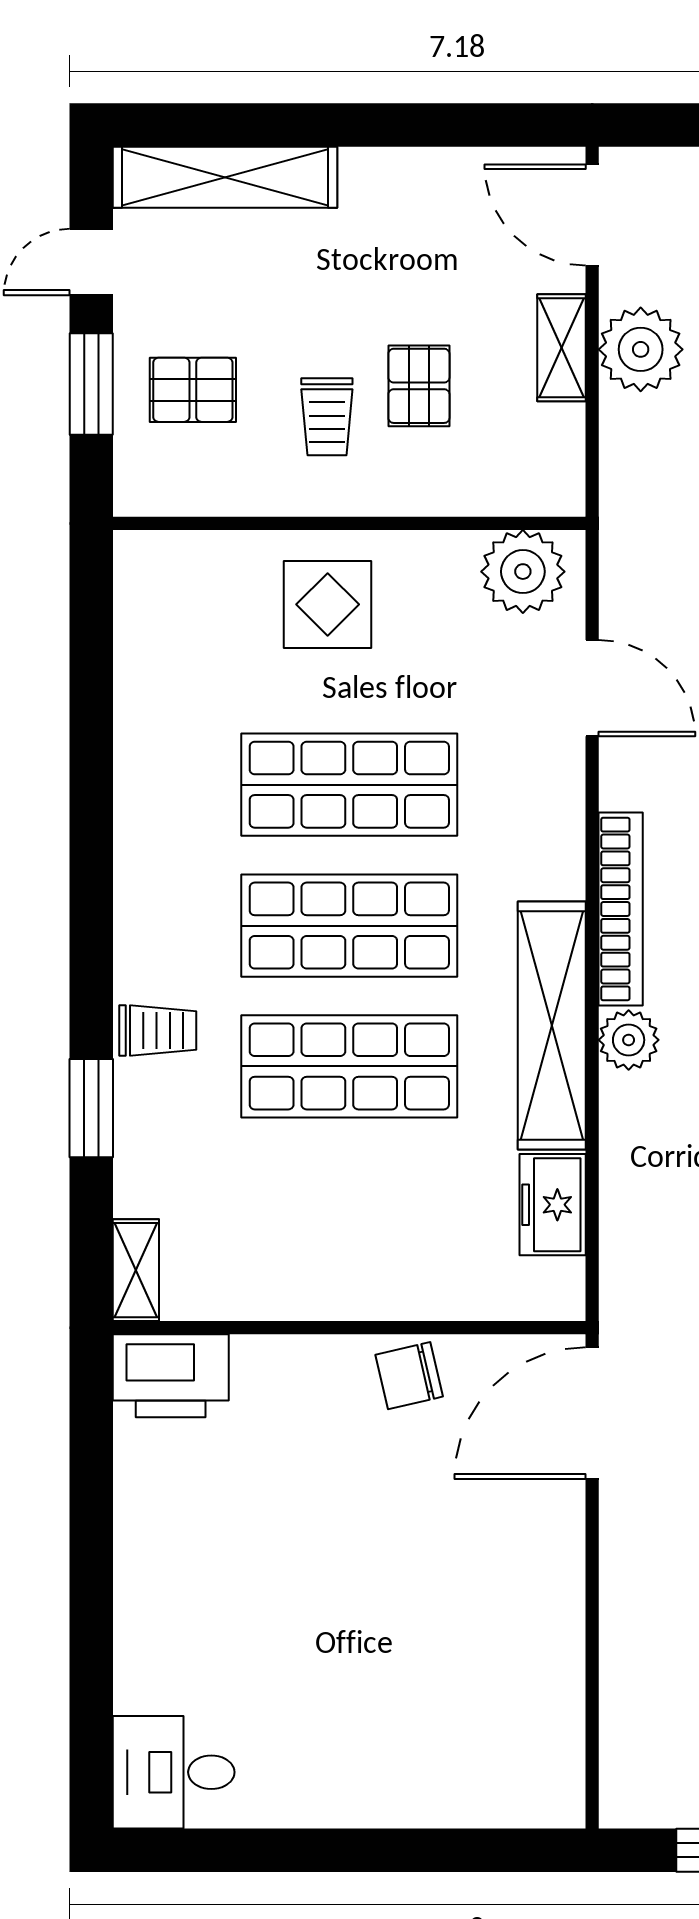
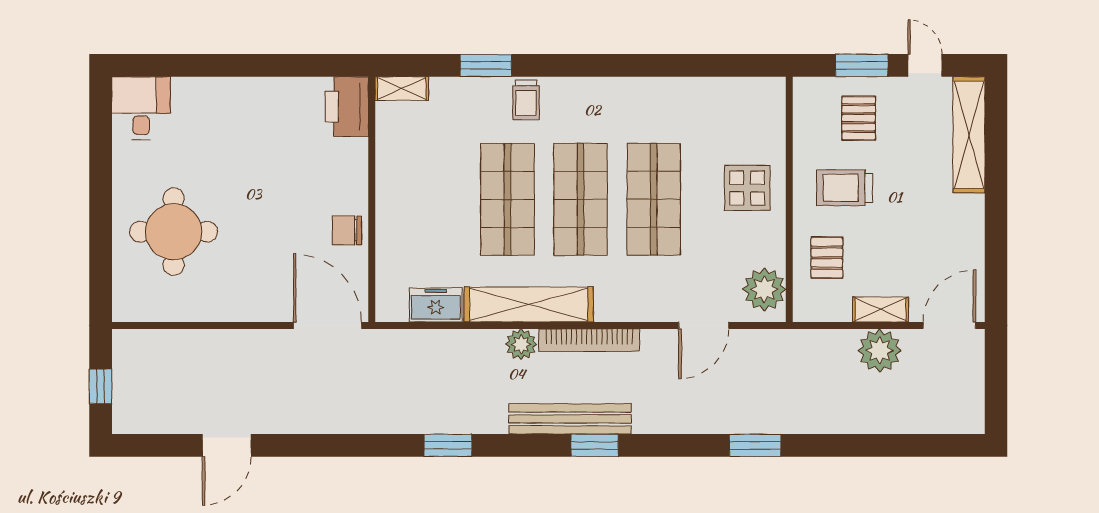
pallet: (419, 386) -> (827, 258), moved, turned 90
trolley: (327, 417) -> (845, 188), width x1.36, depth x1.39
chair: (409, 1376) -> (347, 230), turned -77
round table: (412, 1710) -> (174, 232), added

